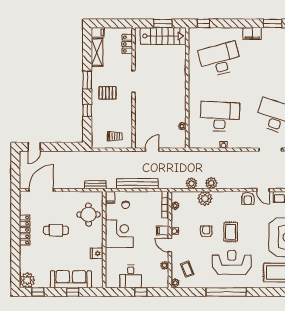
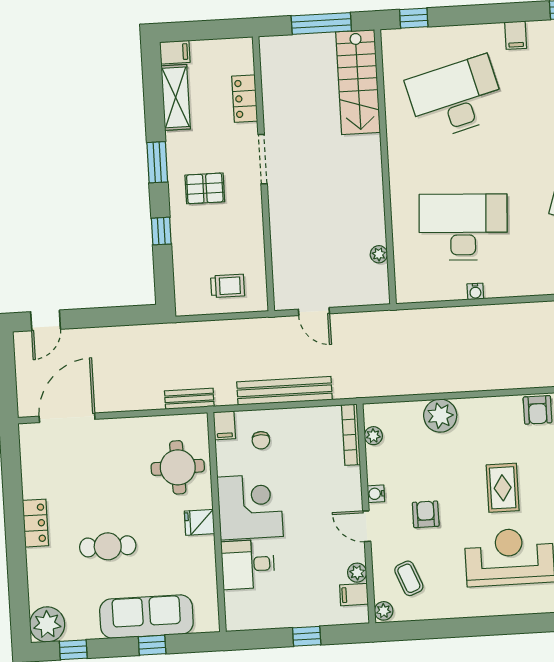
window: (163, 23) -> (321, 23), width x1.44
filing cabinet: (252, 33) -> (516, 35), width x0.50
stairs: (163, 36) -> (358, 82), moved, turned 90
locker: (127, 44) -> (245, 99), moved
door: (152, 150) -> (314, 311), swing flipped
plant: (191, 183) -> (407, 383), removed
plant: (211, 183) -> (453, 380), removed
locker: (25, 230) -> (36, 523), width x0.66
cafe table: (56, 230) -> (108, 546), moved
filing cabinet: (163, 230) -> (354, 595), moved
armchair: (206, 231) -> (426, 514), moved
fridge: (97, 253) -> (199, 522), moved
desk: (131, 277) -> (248, 564), moved, turned 90
window: (226, 292) -> (500, 625), removed

